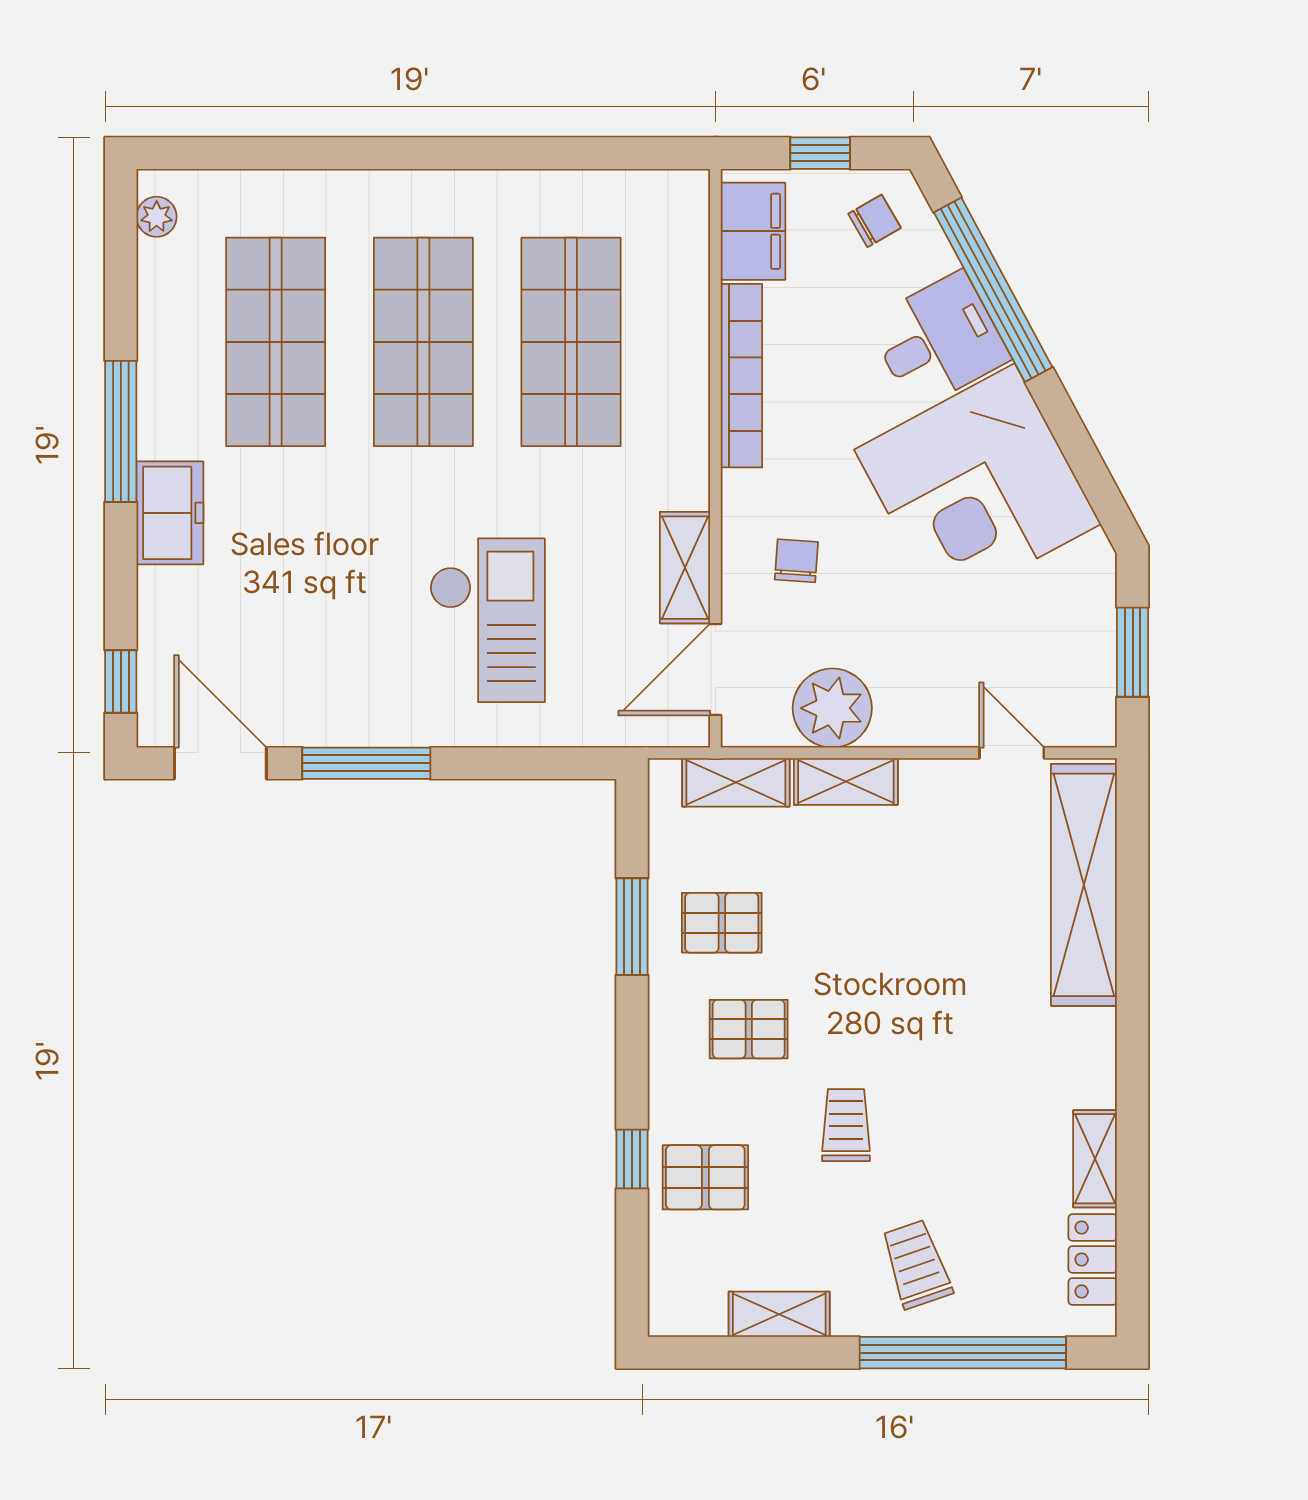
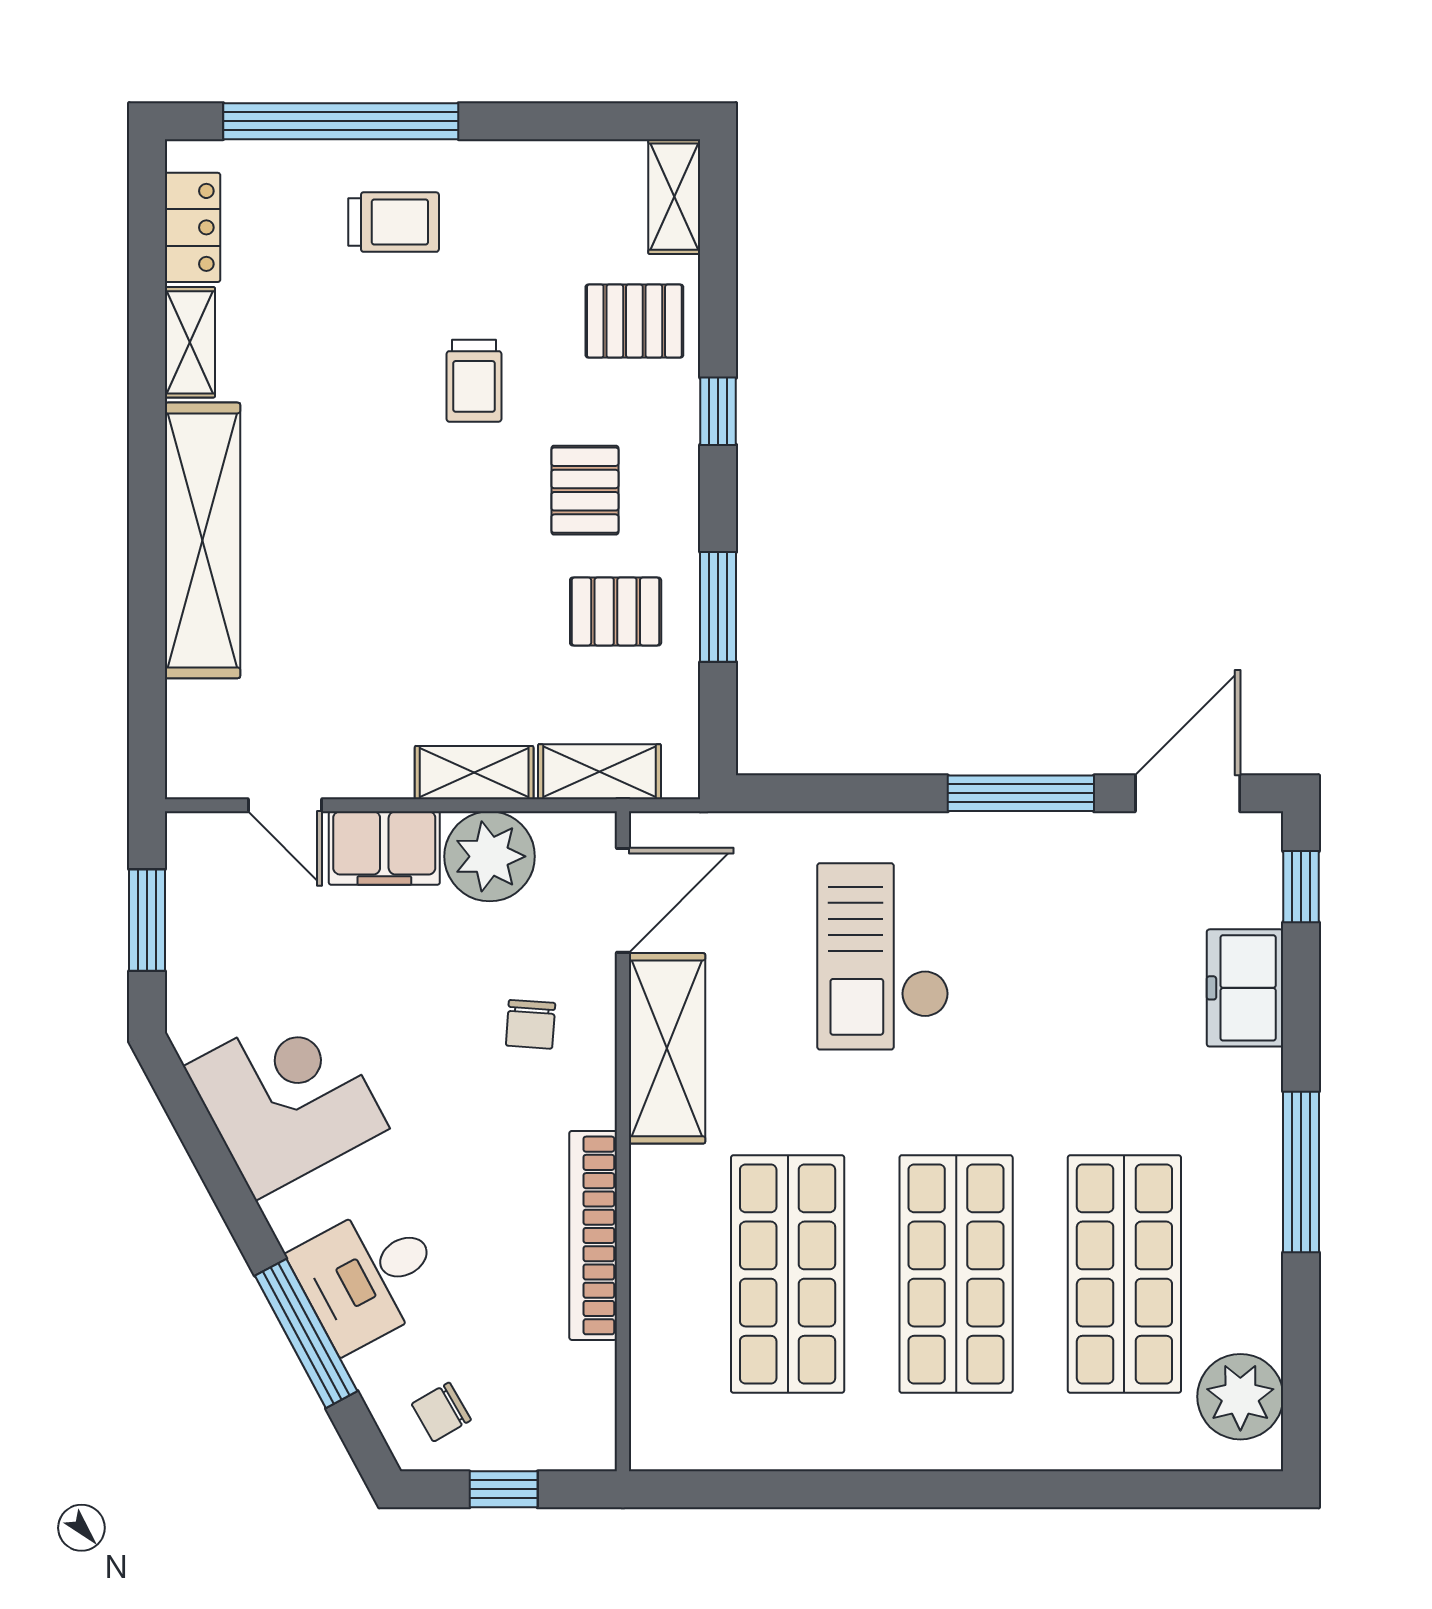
plant: (157, 217) -> (1240, 1397), width x1.88, depth x1.88
filing cabinet: (753, 231) -> (384, 848), moved, turned -90
window: (993, 290) -> (306, 1333), width x0.68
corner desk: (978, 487) -> (287, 1097), width x0.74, depth x0.74
freezer: (170, 513) -> (1245, 988), moved
shelving: (685, 568) -> (667, 1048), width x1.50, depth x1.33
door: (220, 763) -> (1188, 793), swing flipped
shelving: (1084, 885) -> (202, 540), moved
pallet: (749, 1029) -> (585, 490), turned 90
window: (632, 1159) -> (718, 411), moved
trolley: (916, 1264) -> (394, 222), turned -71
shelving: (779, 1314) -> (674, 197), moved, turned 90

